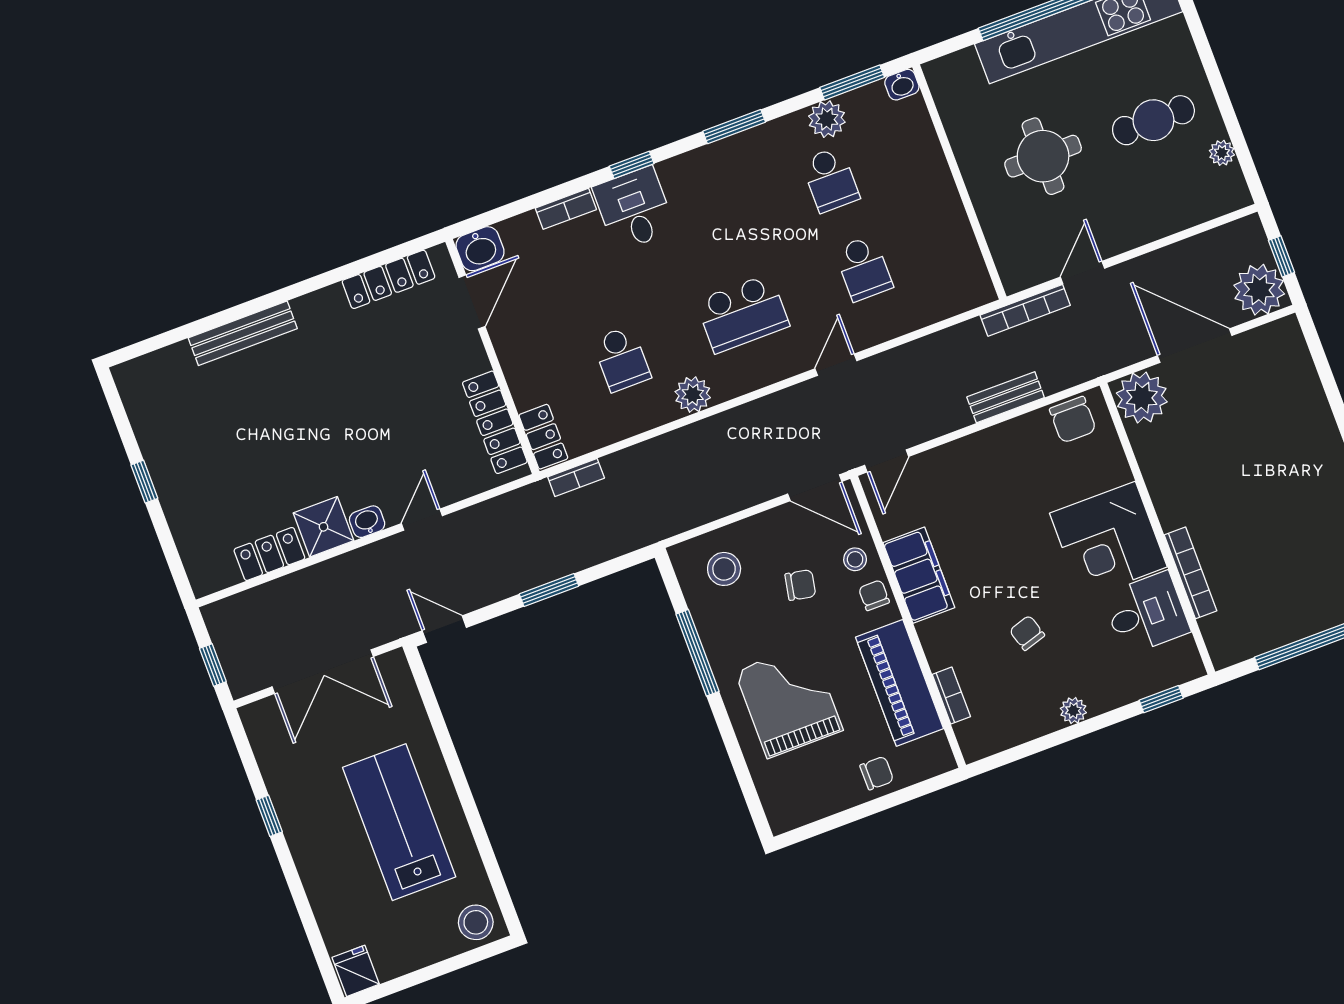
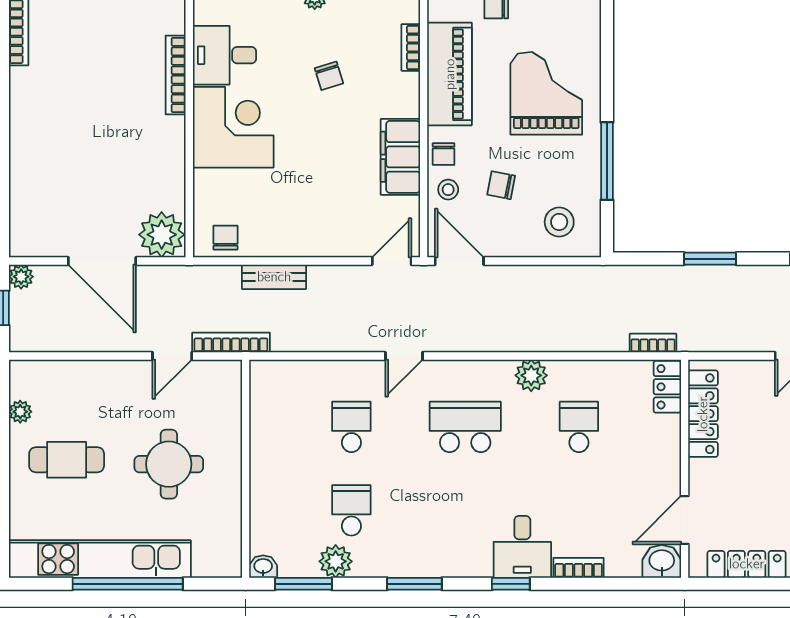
plant: (1259, 290) -> (21, 277), width x0.53, depth x0.53
chair: (1073, 420) -> (225, 238), width x0.73, depth x0.73
grand piano: (789, 701) -> (546, 93), turned 180

